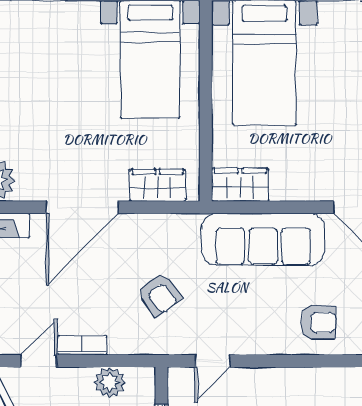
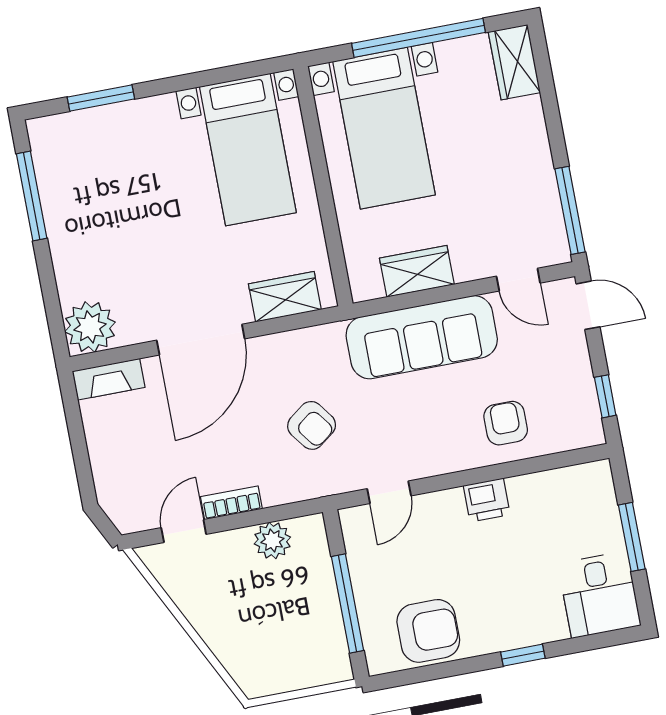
wardrobe: (240, 185) -> (417, 271), moved
armchair: (318, 322) -> (506, 423), turned -90
printer: (291, 382) -> (487, 500), added

